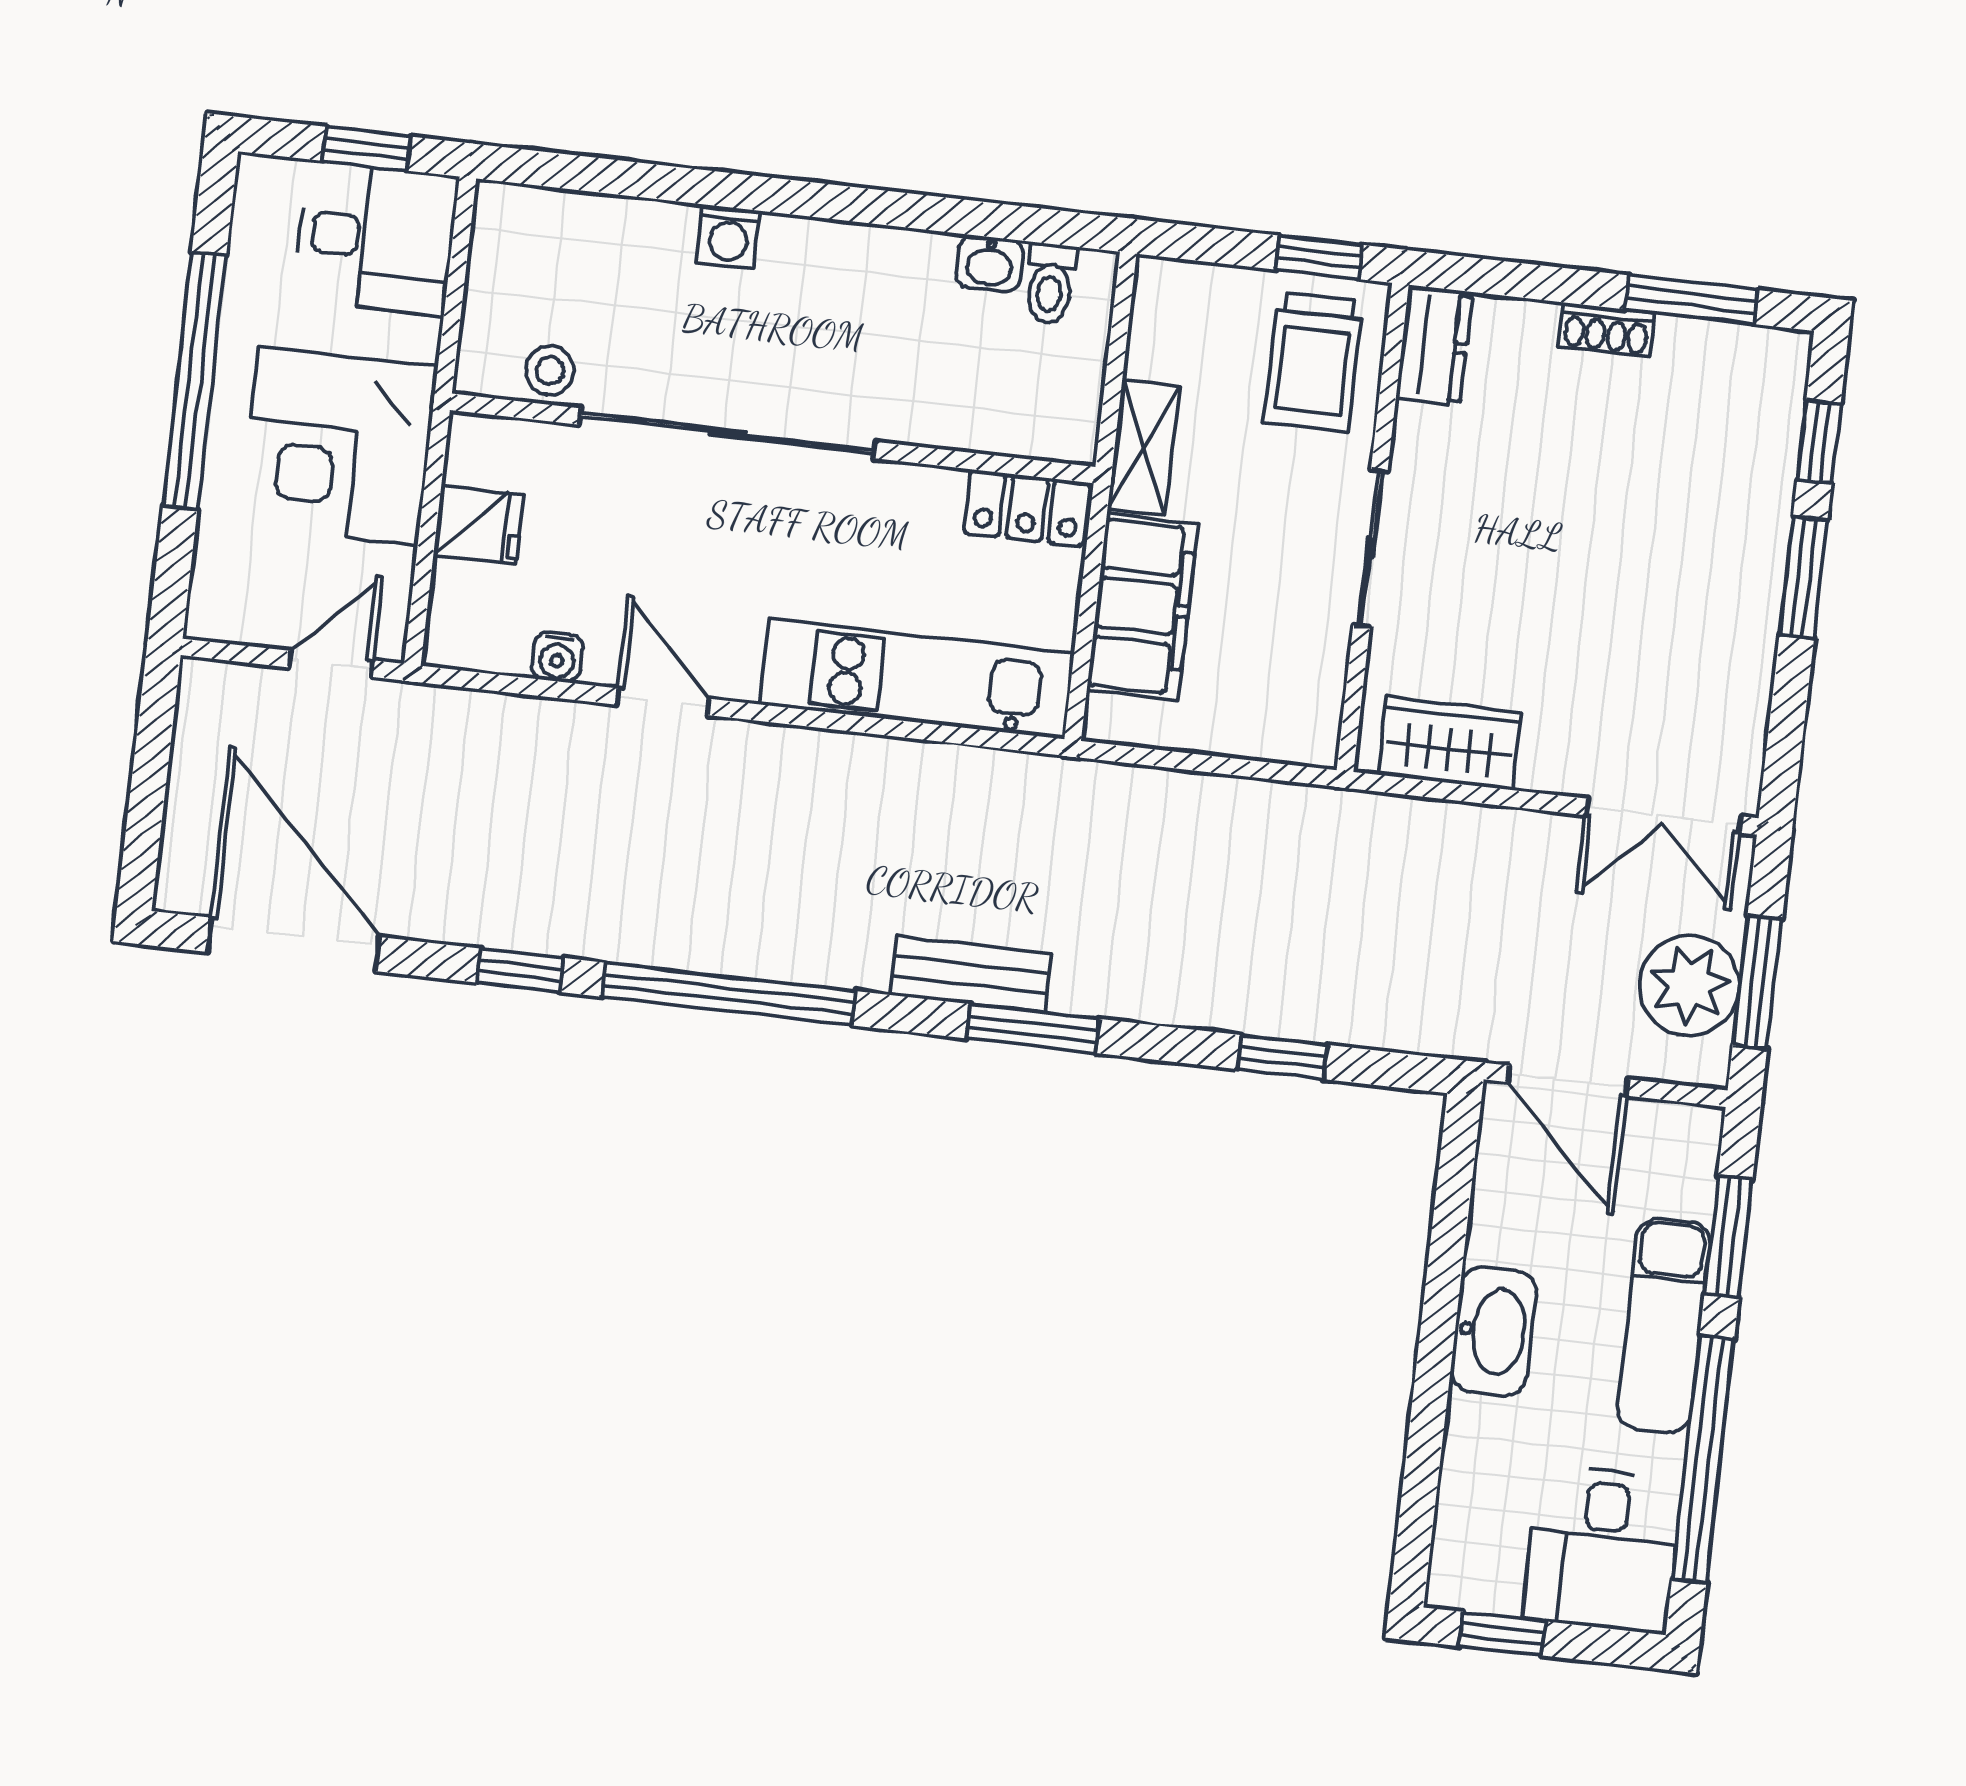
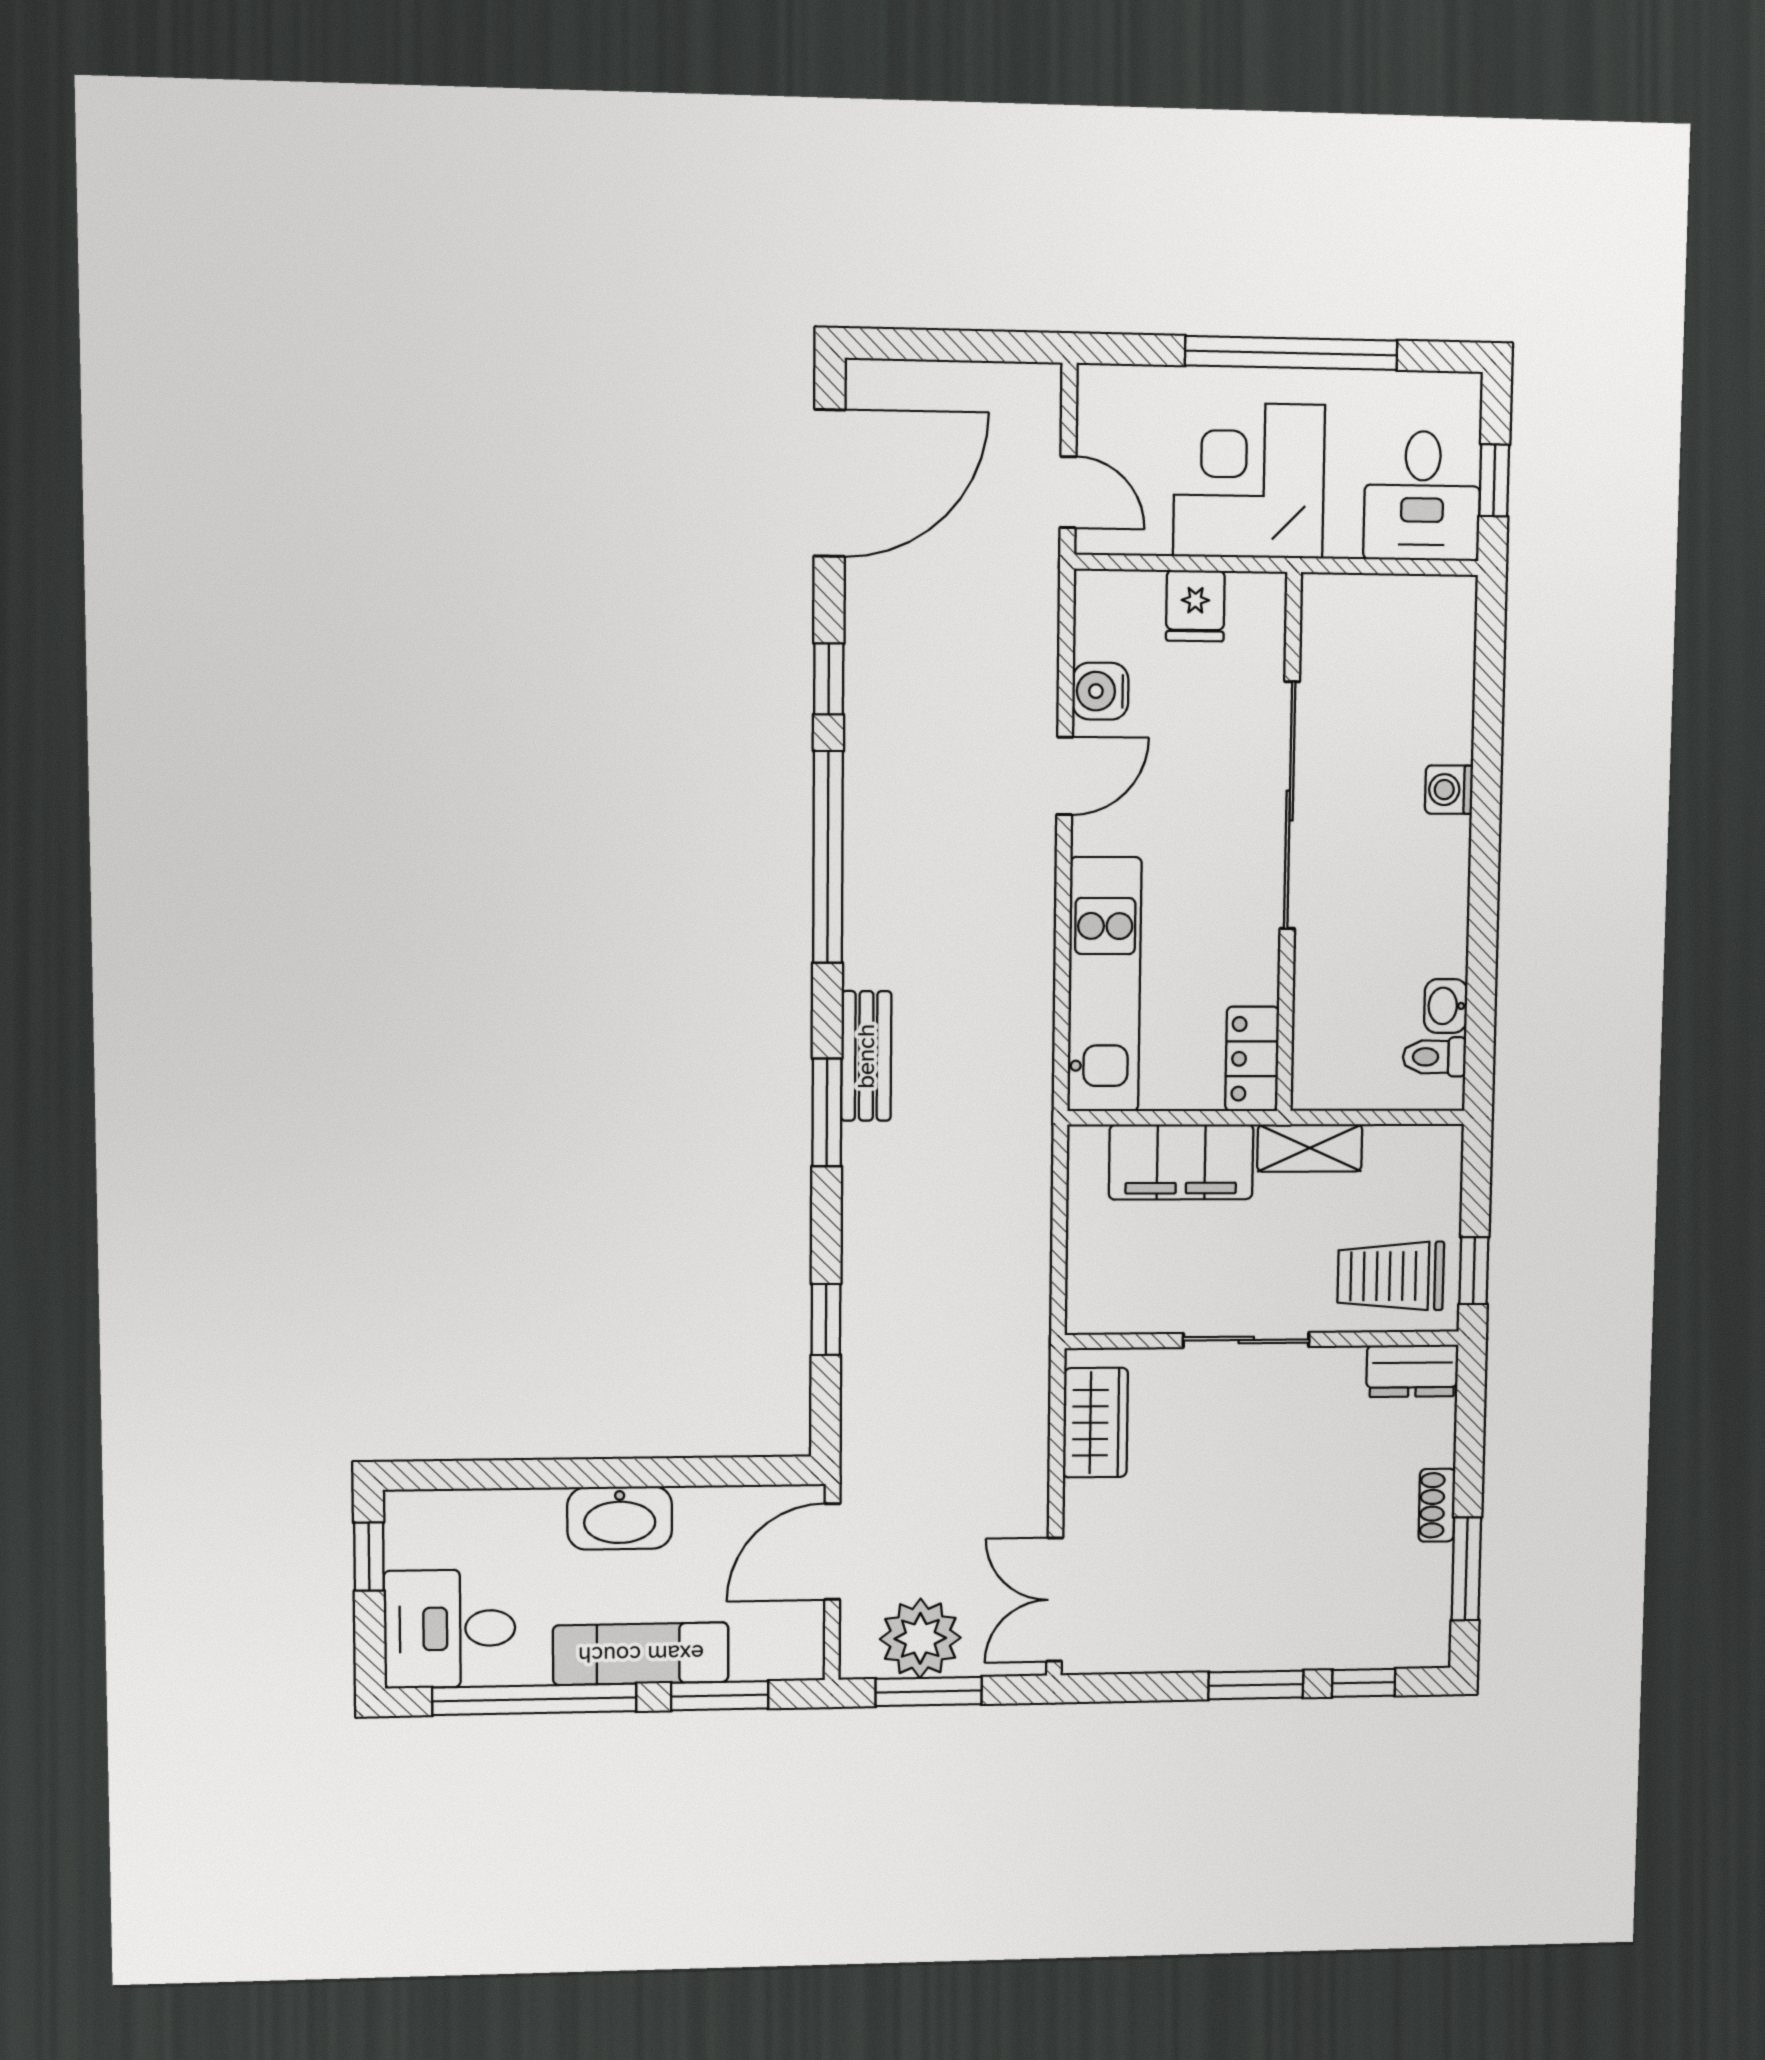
stool: (550, 370) -> (1327, 653), removed
water cooler: (557, 657) -> (1100, 691), width x1.38, depth x1.38

